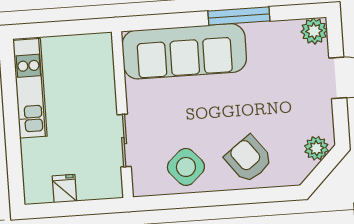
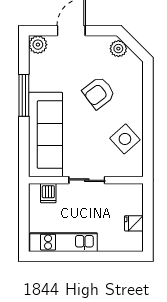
dishwasher: (100, 61) -> (48, 193), added
sliding door: (124, 141) -> (87, 180), moved
armchair: (249, 159) -> (99, 93), moved

